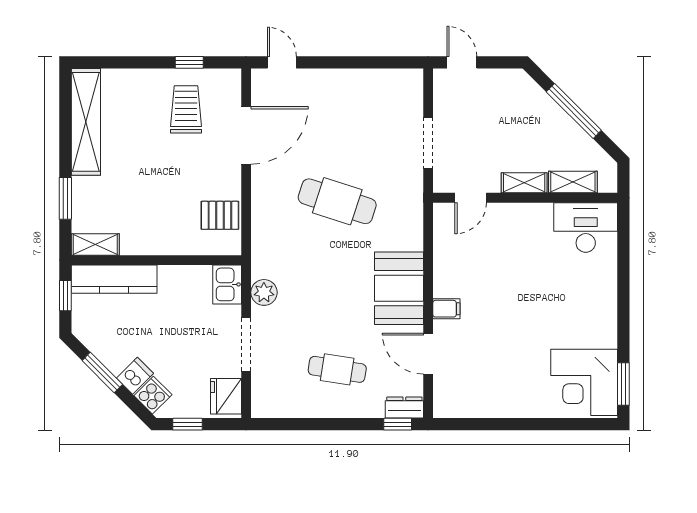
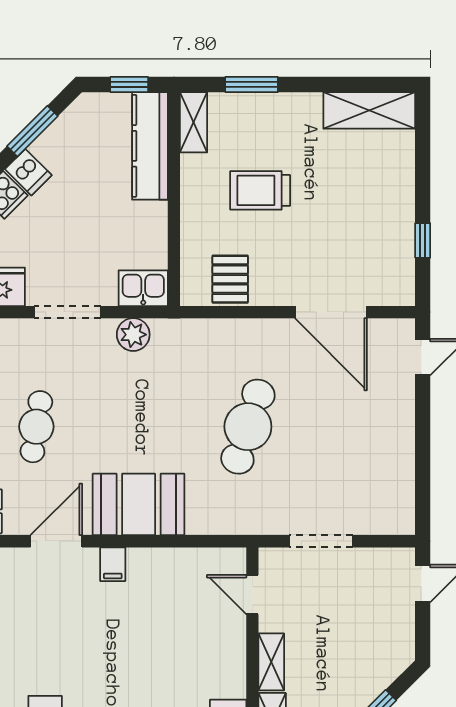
trolley: (186, 109) -> (260, 190), moved, turned 180
shelving: (86, 122) -> (369, 110), width x0.68

